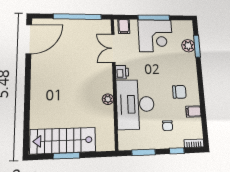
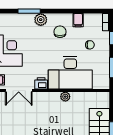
plant: (188, 46) -> (41, 20), moved
window: (197, 46) -> (29, 11), moved

